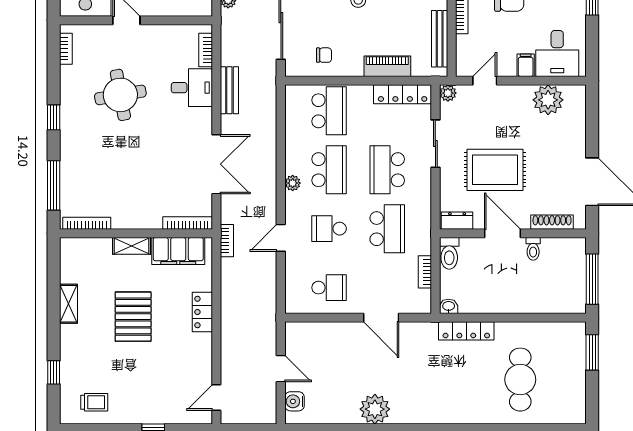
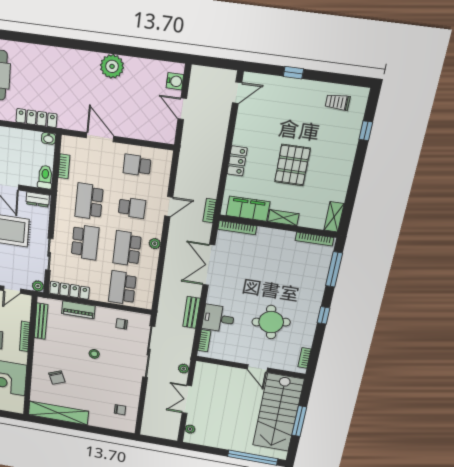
shelving: (69, 304) -> (334, 217), moved

